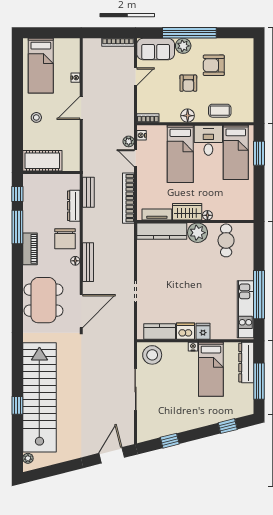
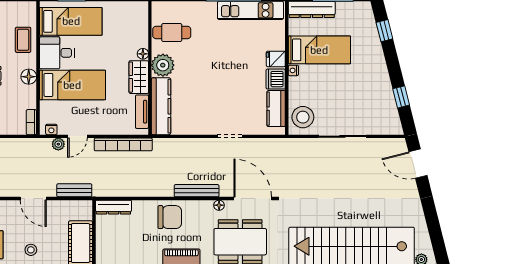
door: (81, 108) -> (33, 199), moved
bench: (88, 192) -> (74, 190), moved
dresser: (74, 206) -> (113, 207), moved
floor lamp: (75, 261) -> (219, 205), moved

